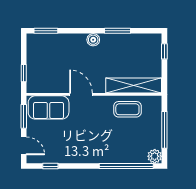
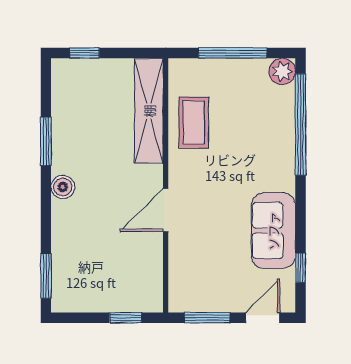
sofa: (49, 107) -> (273, 231), moved, turned 180

